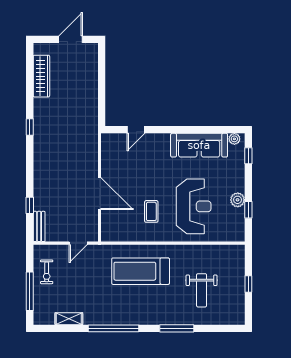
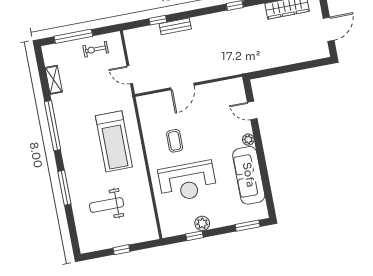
door: (71, 39) -> (329, 29), hinge flipped
plant: (234, 139) -> (248, 140), moved
window: (248, 156) -> (248, 226), width x1.50
door: (100, 194) -> (182, 87), width x0.73
coffee table: (151, 211) -> (175, 141), turned 90
bench: (39, 226) -> (175, 26), moved
treadmill: (141, 271) -> (114, 141), turned 180

